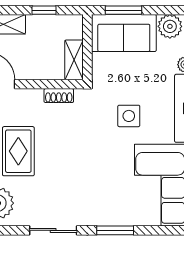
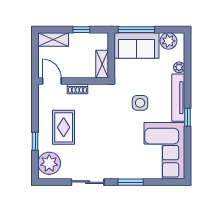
window: (123, 10) -> (136, 30), width x1.44
shoe rack: (59, 96) -> (77, 89), moved

